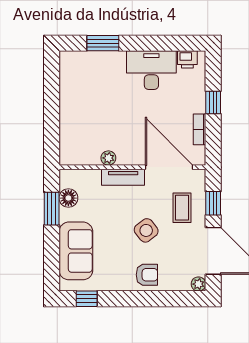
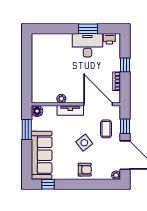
window: (103, 43) -> (88, 29), moved
floor lamp: (68, 198) -> (37, 111), moved
sofa: (76, 251) -> (42, 155), width x1.36

